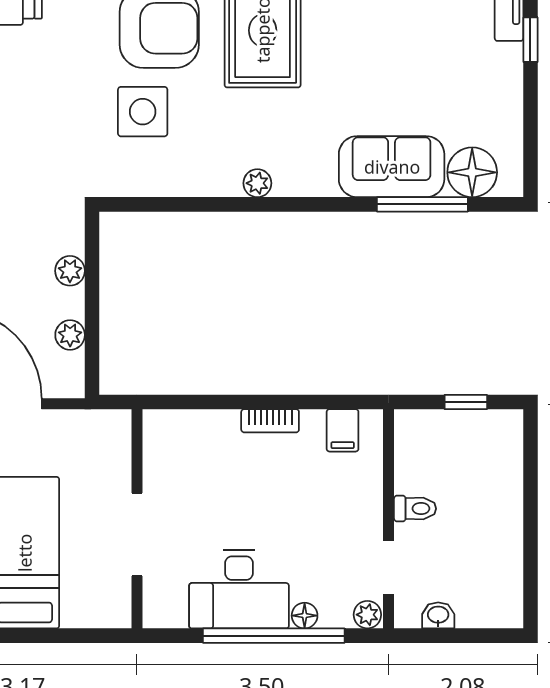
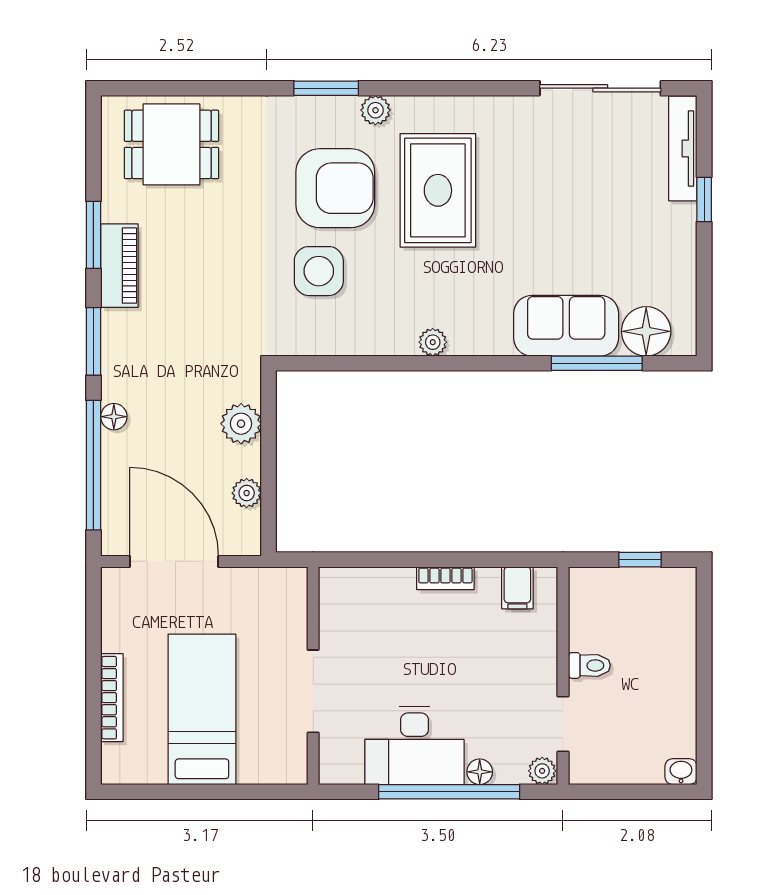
plant: (70, 271) -> (241, 424), width x1.38, depth x1.38
washbasin: (438, 615) -> (681, 772), moved

